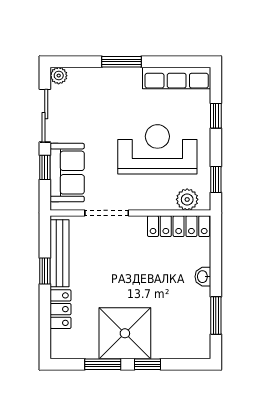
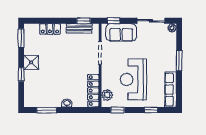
reception desk: (157, 149) -> (133, 79), turned 180
window: (45, 167) -> (114, 21), moved
bench: (60, 253) -> (79, 28), width x0.73
window: (45, 271) -> (84, 21), moved
shower: (125, 333) -> (31, 63), width x0.54, depth x0.54
window: (103, 364) -> (21, 38), moved

